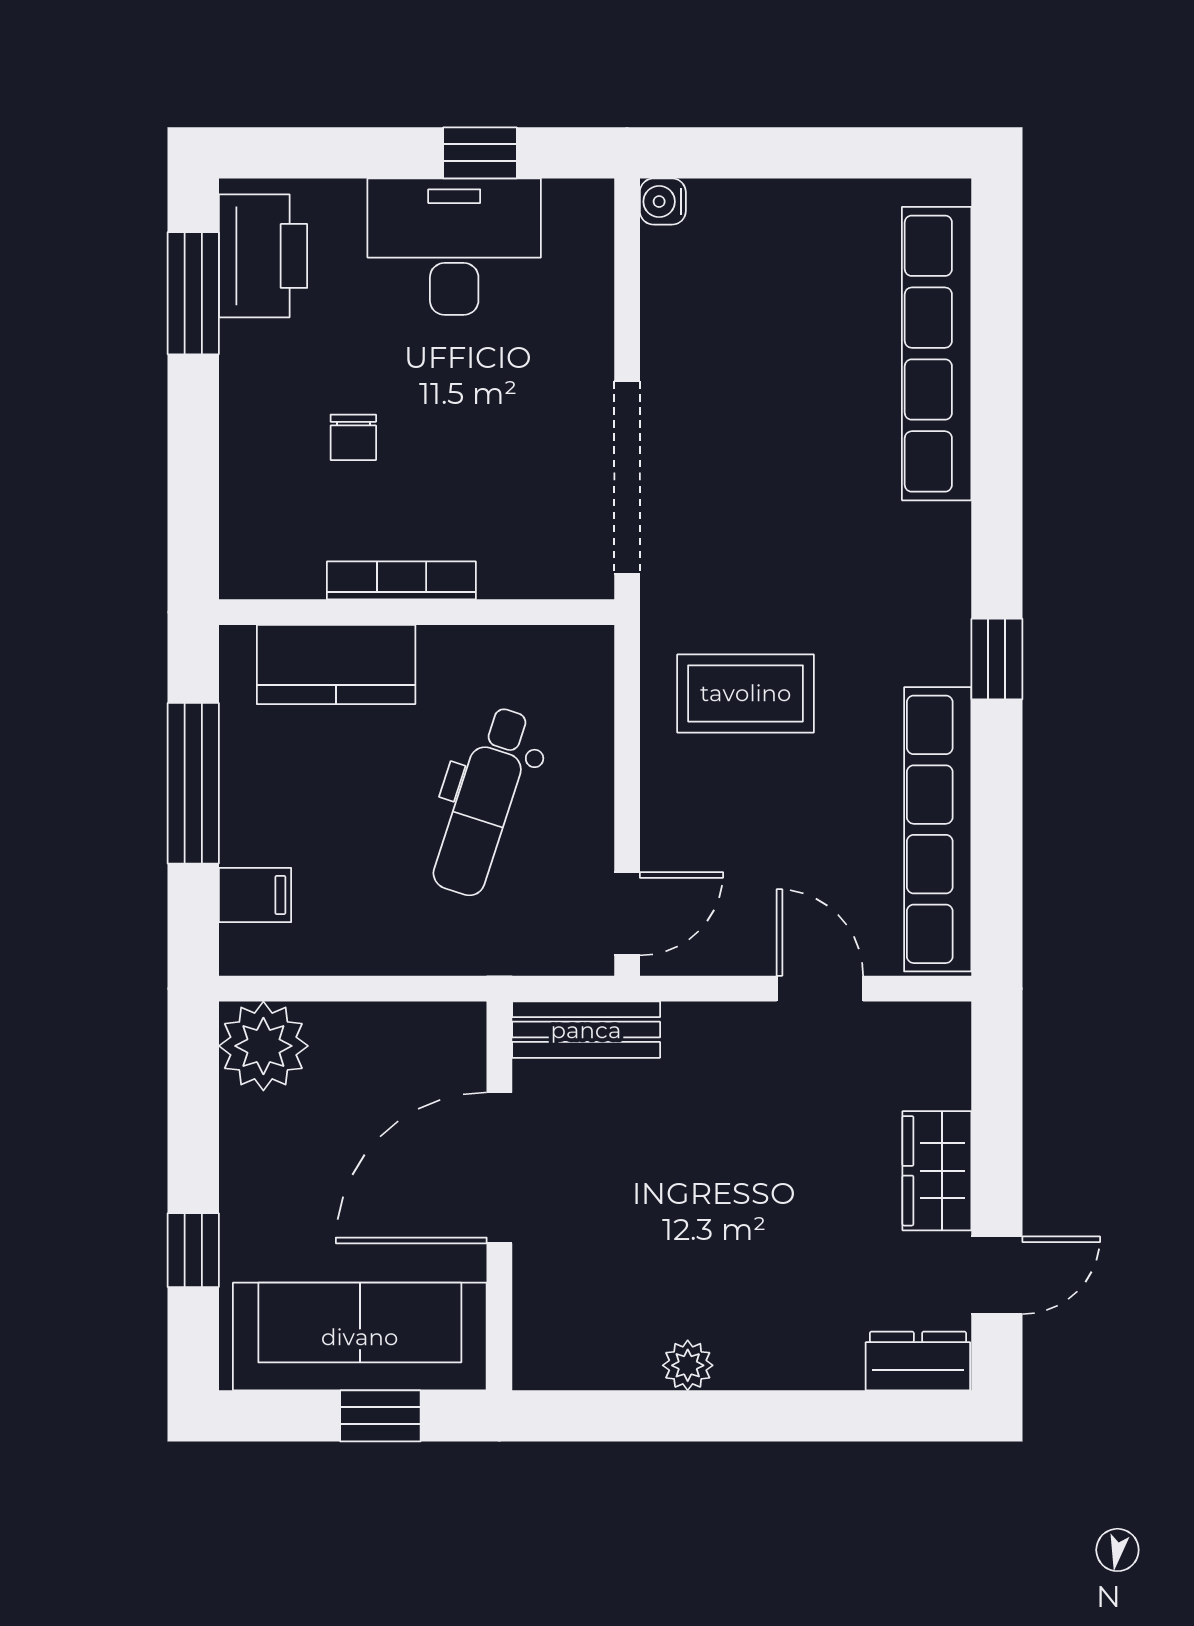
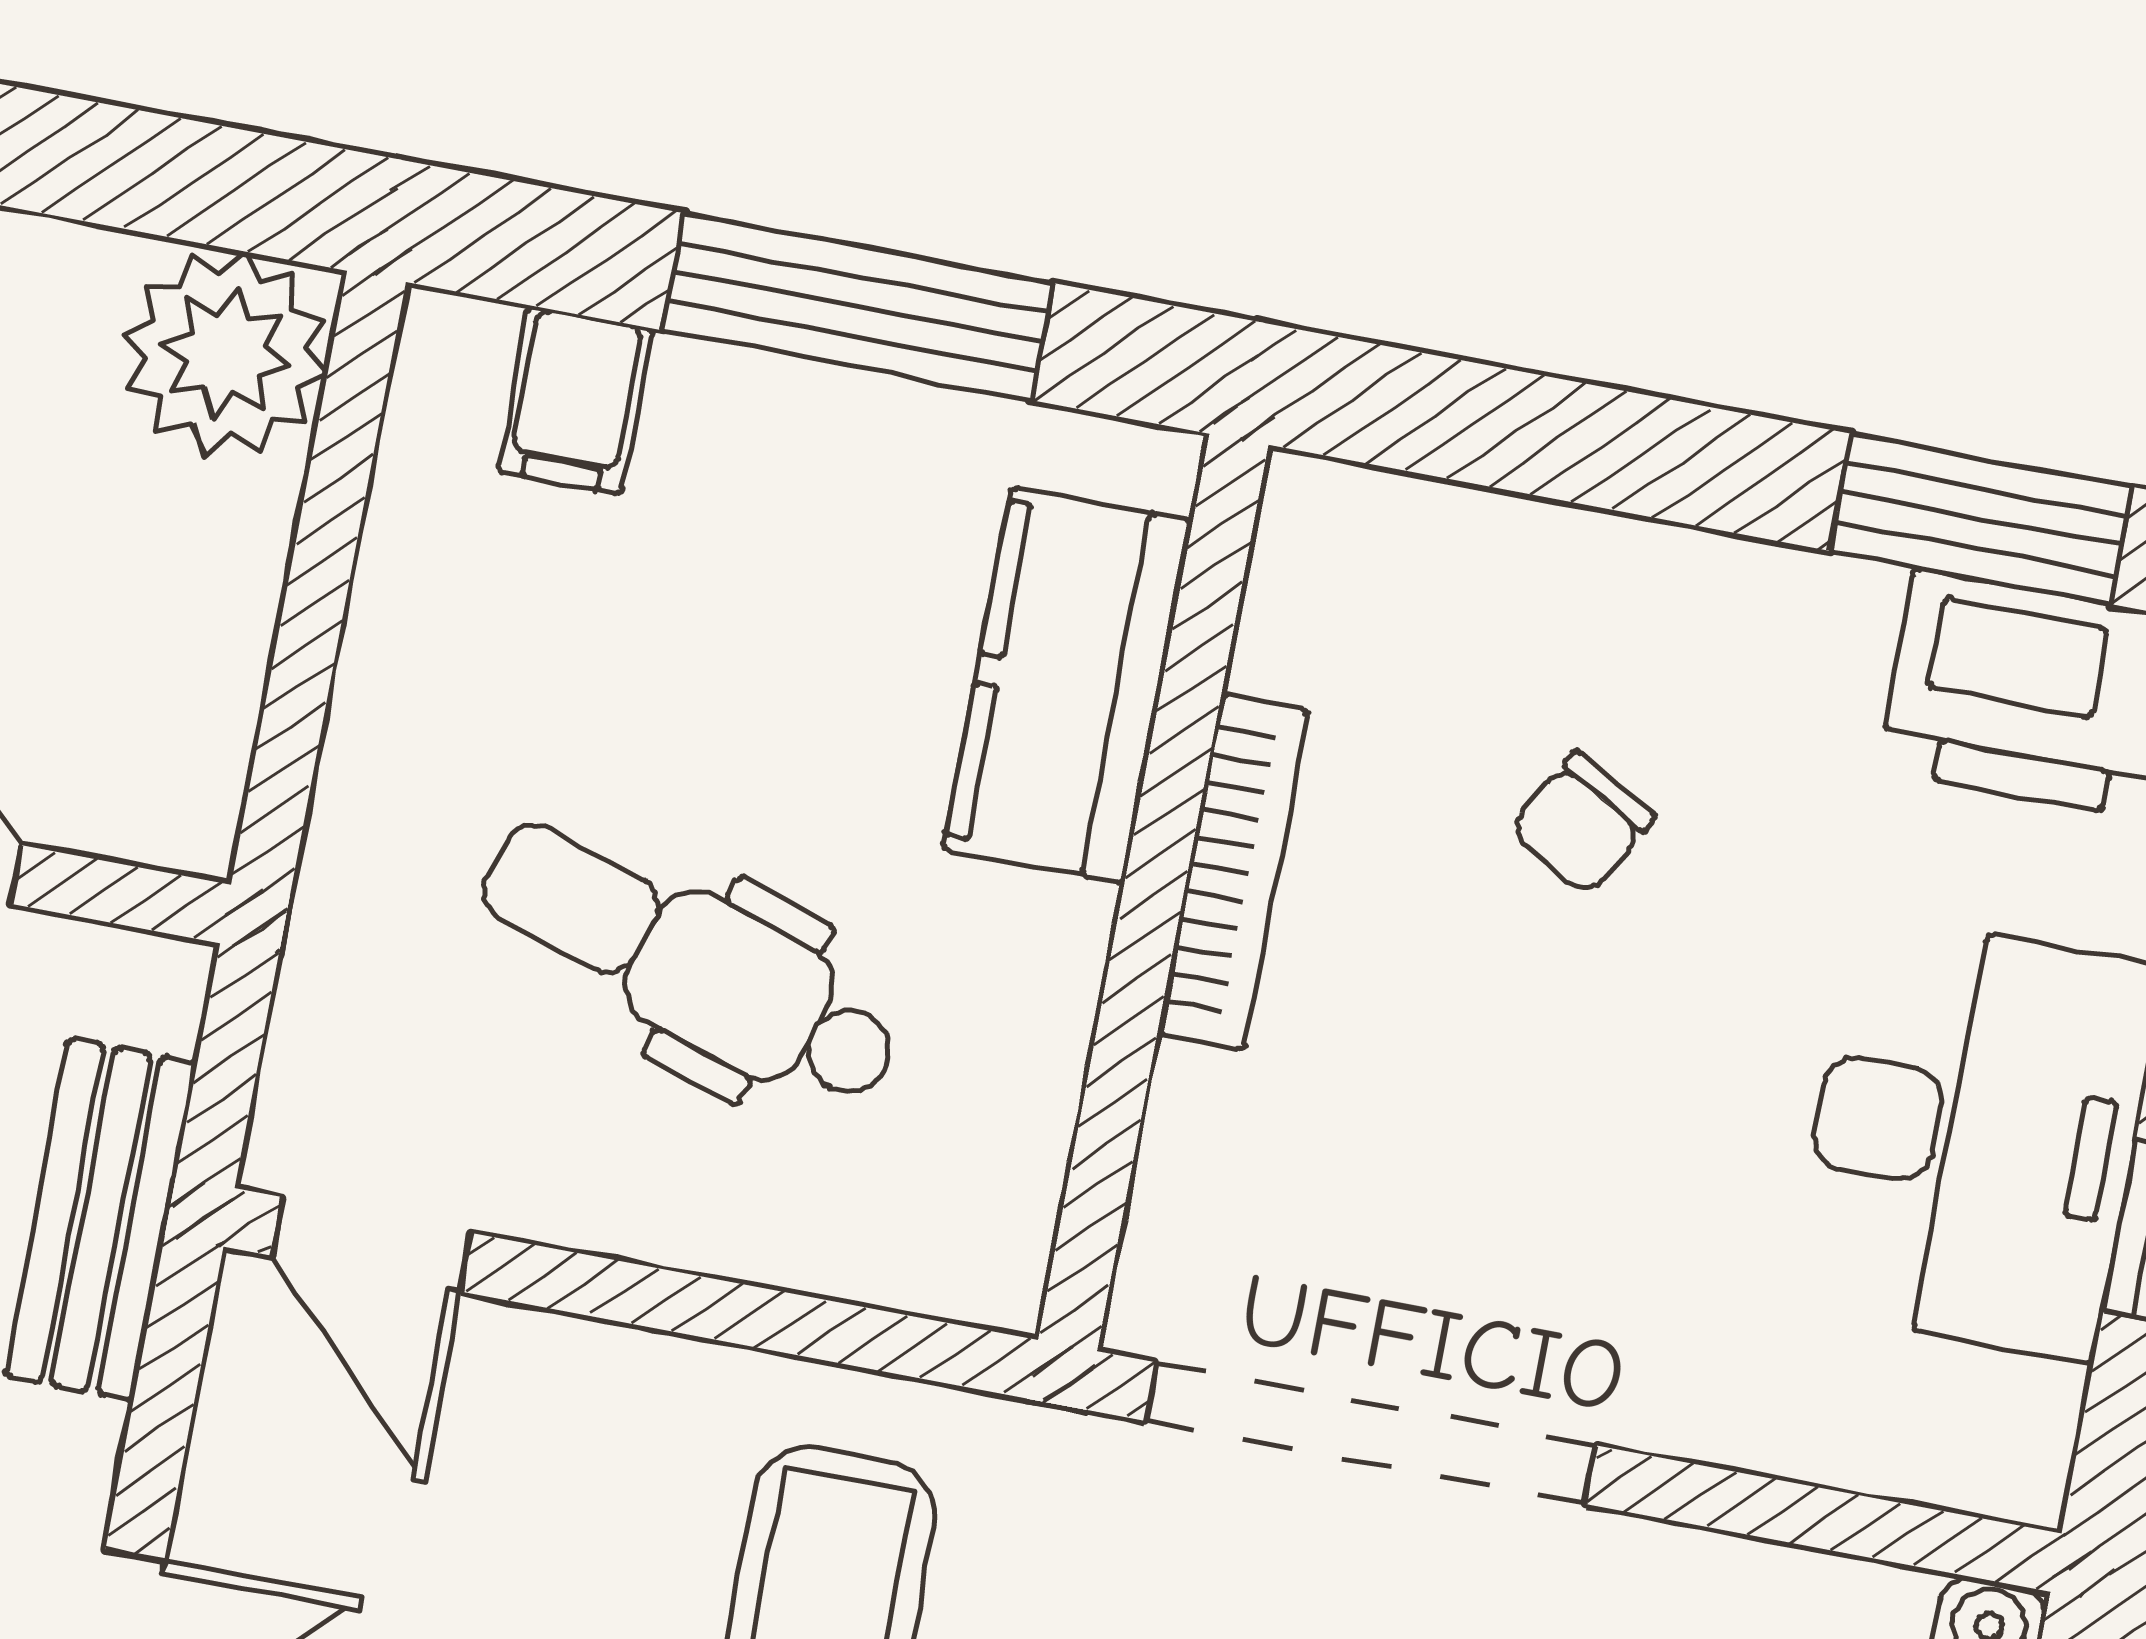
chair: (353, 437) -> (1582, 823), turned -60
bench: (586, 1030) -> (101, 1220), moved

